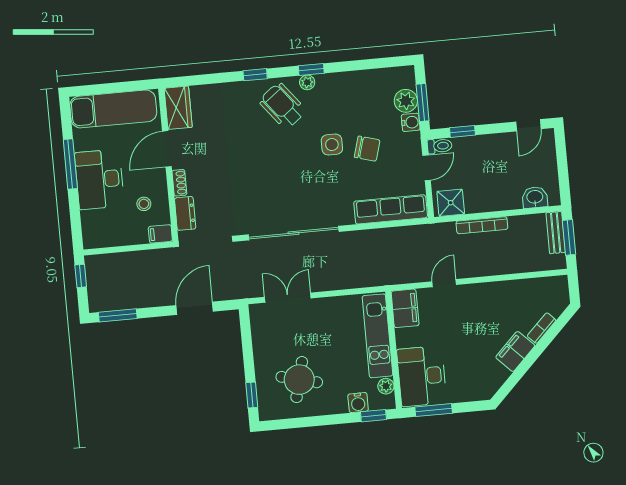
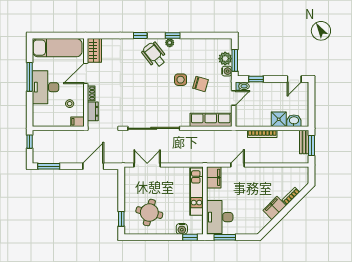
shower: (451, 203) -> (279, 119), moved
plant: (386, 386) -> (199, 221), removed

